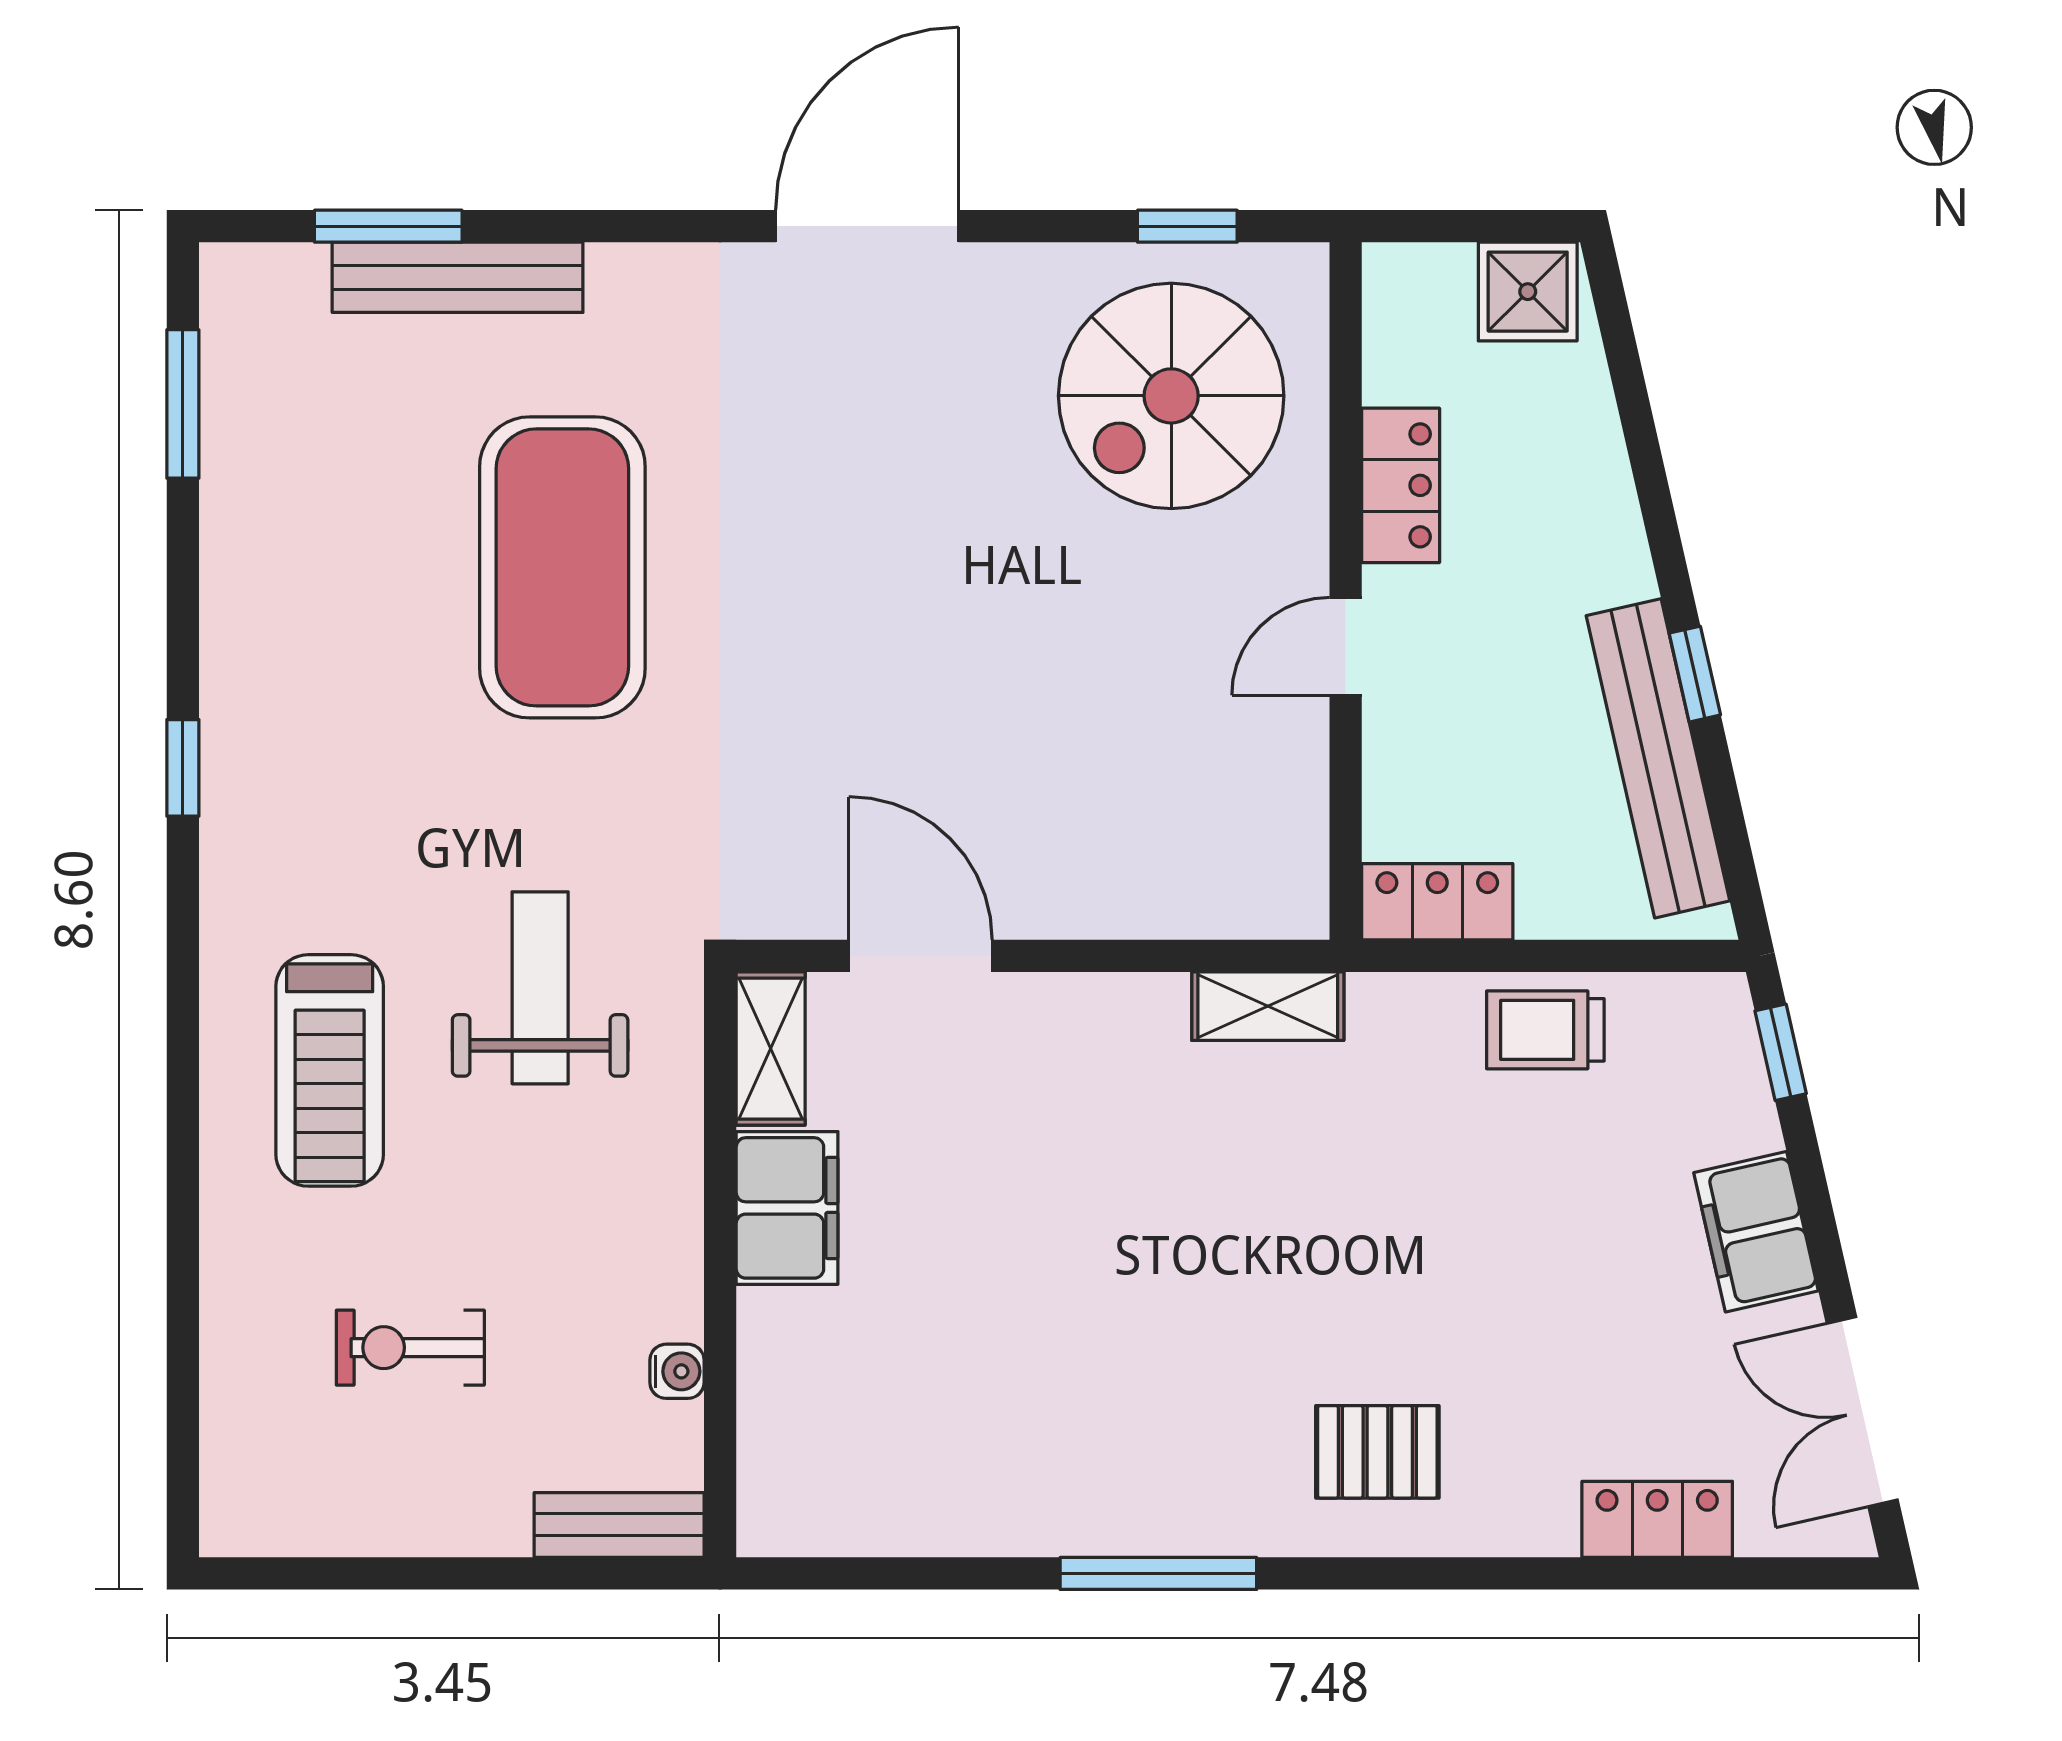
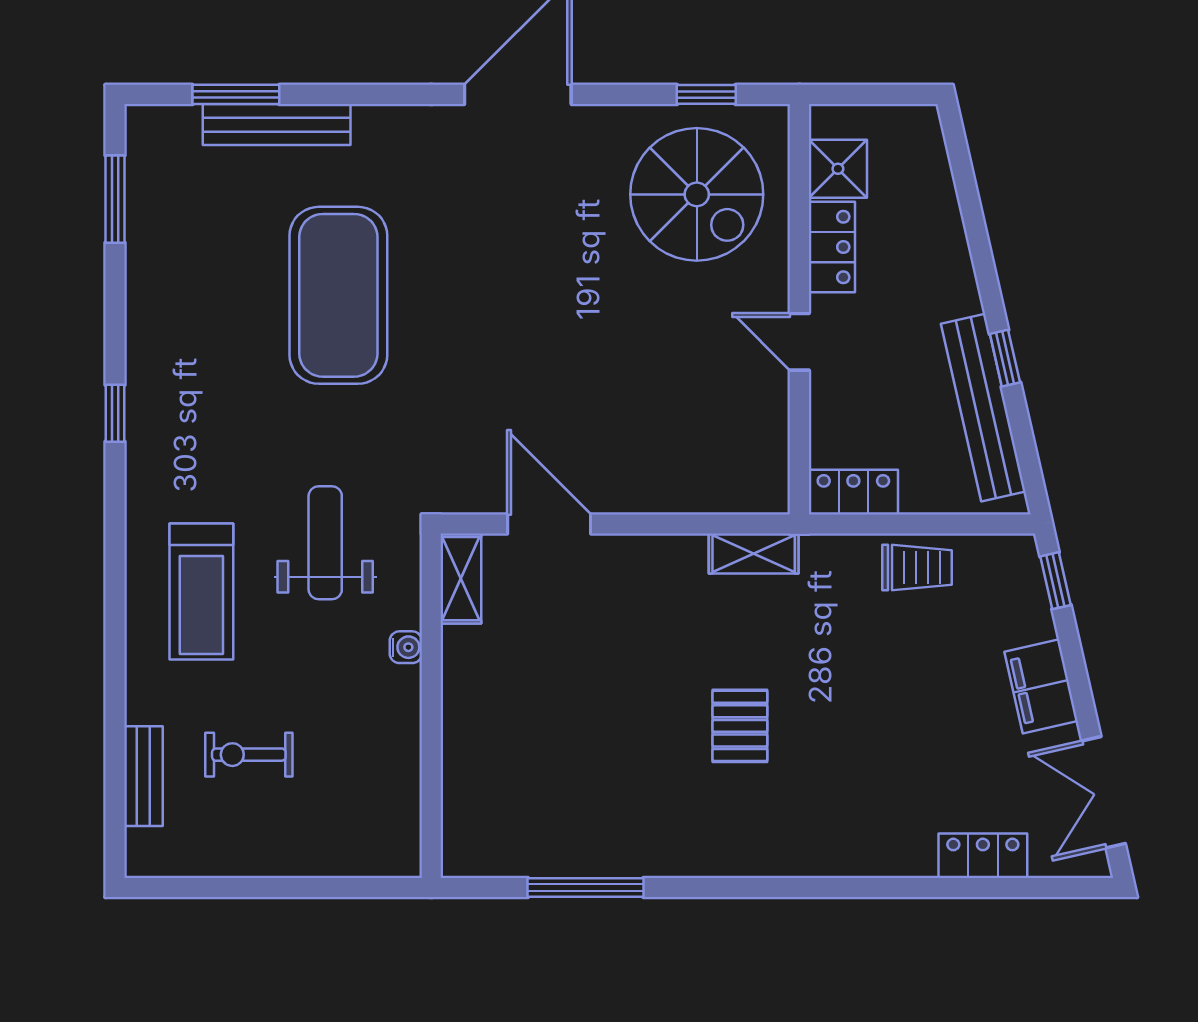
shower: (1528, 292) -> (838, 169), moved
spiral stairs: (1171, 396) -> (697, 194), turned -90
door: (1346, 646) -> (799, 342), hinge flipped
trolley: (1545, 1030) -> (917, 568), turned 180
filing cabinet: (787, 1208) -> (471, 672), removed
water cooler: (677, 1371) -> (406, 647), moved
pallet: (1377, 1452) -> (740, 726), moved, turned 90
bench: (619, 1525) -> (143, 776), moved, turned 90
window: (1158, 1573) -> (586, 887), moved

